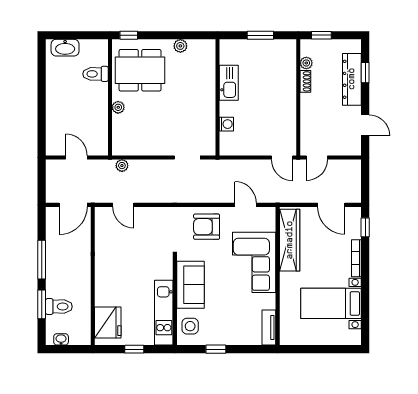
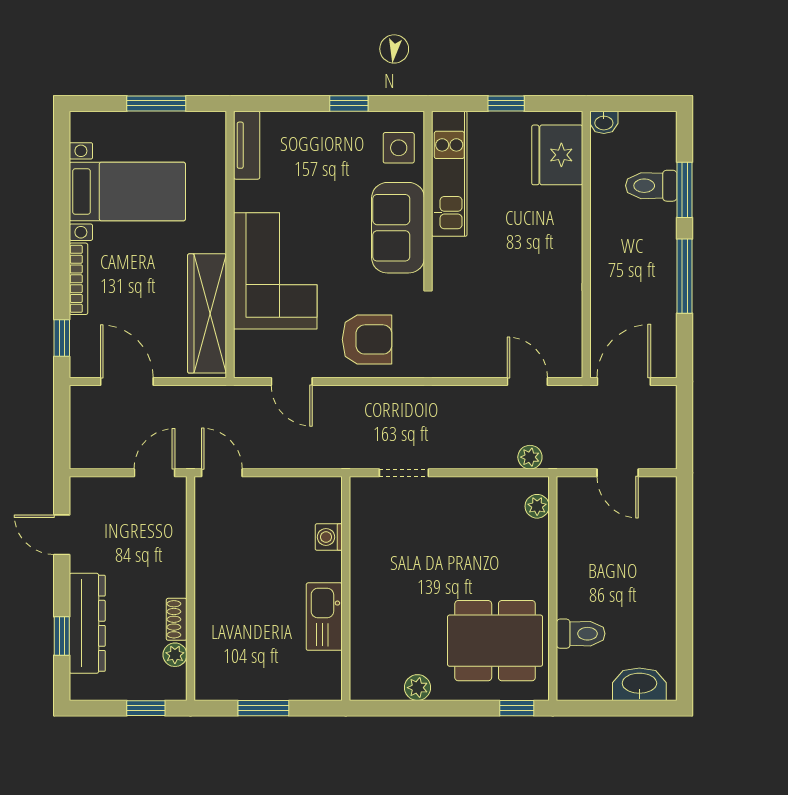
plant: (118, 107) -> (537, 506), moved
washbasin: (61, 339) -> (604, 122), moved
window: (316, 349) -> (156, 103), added

